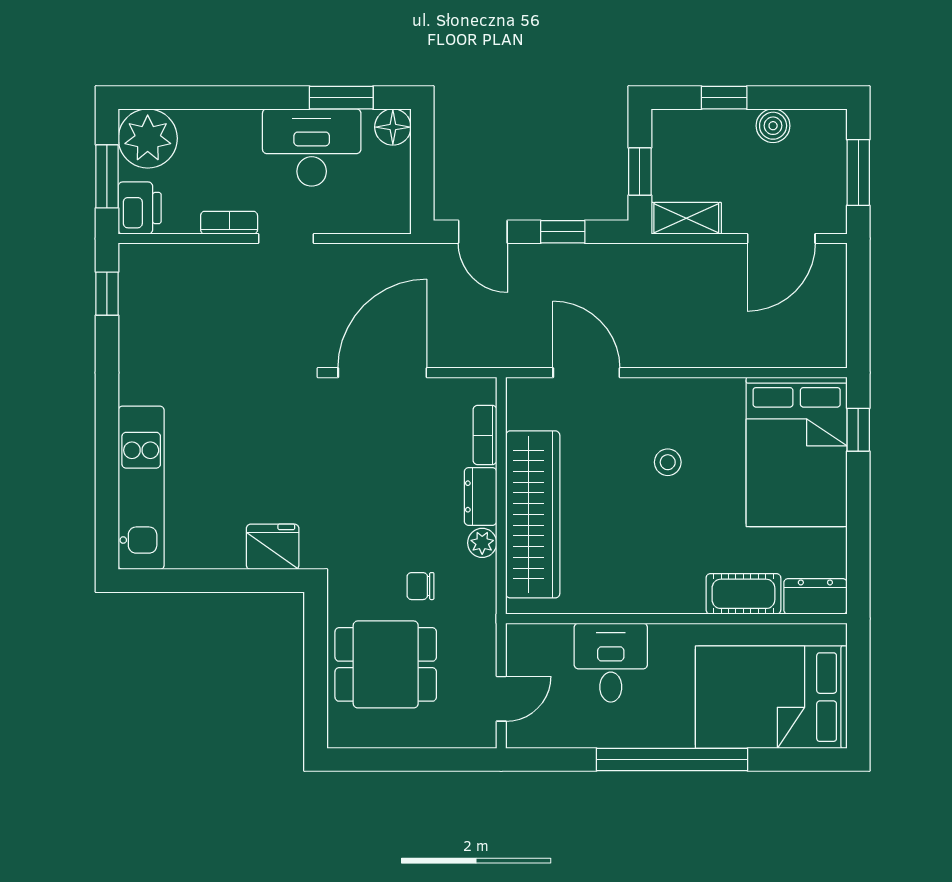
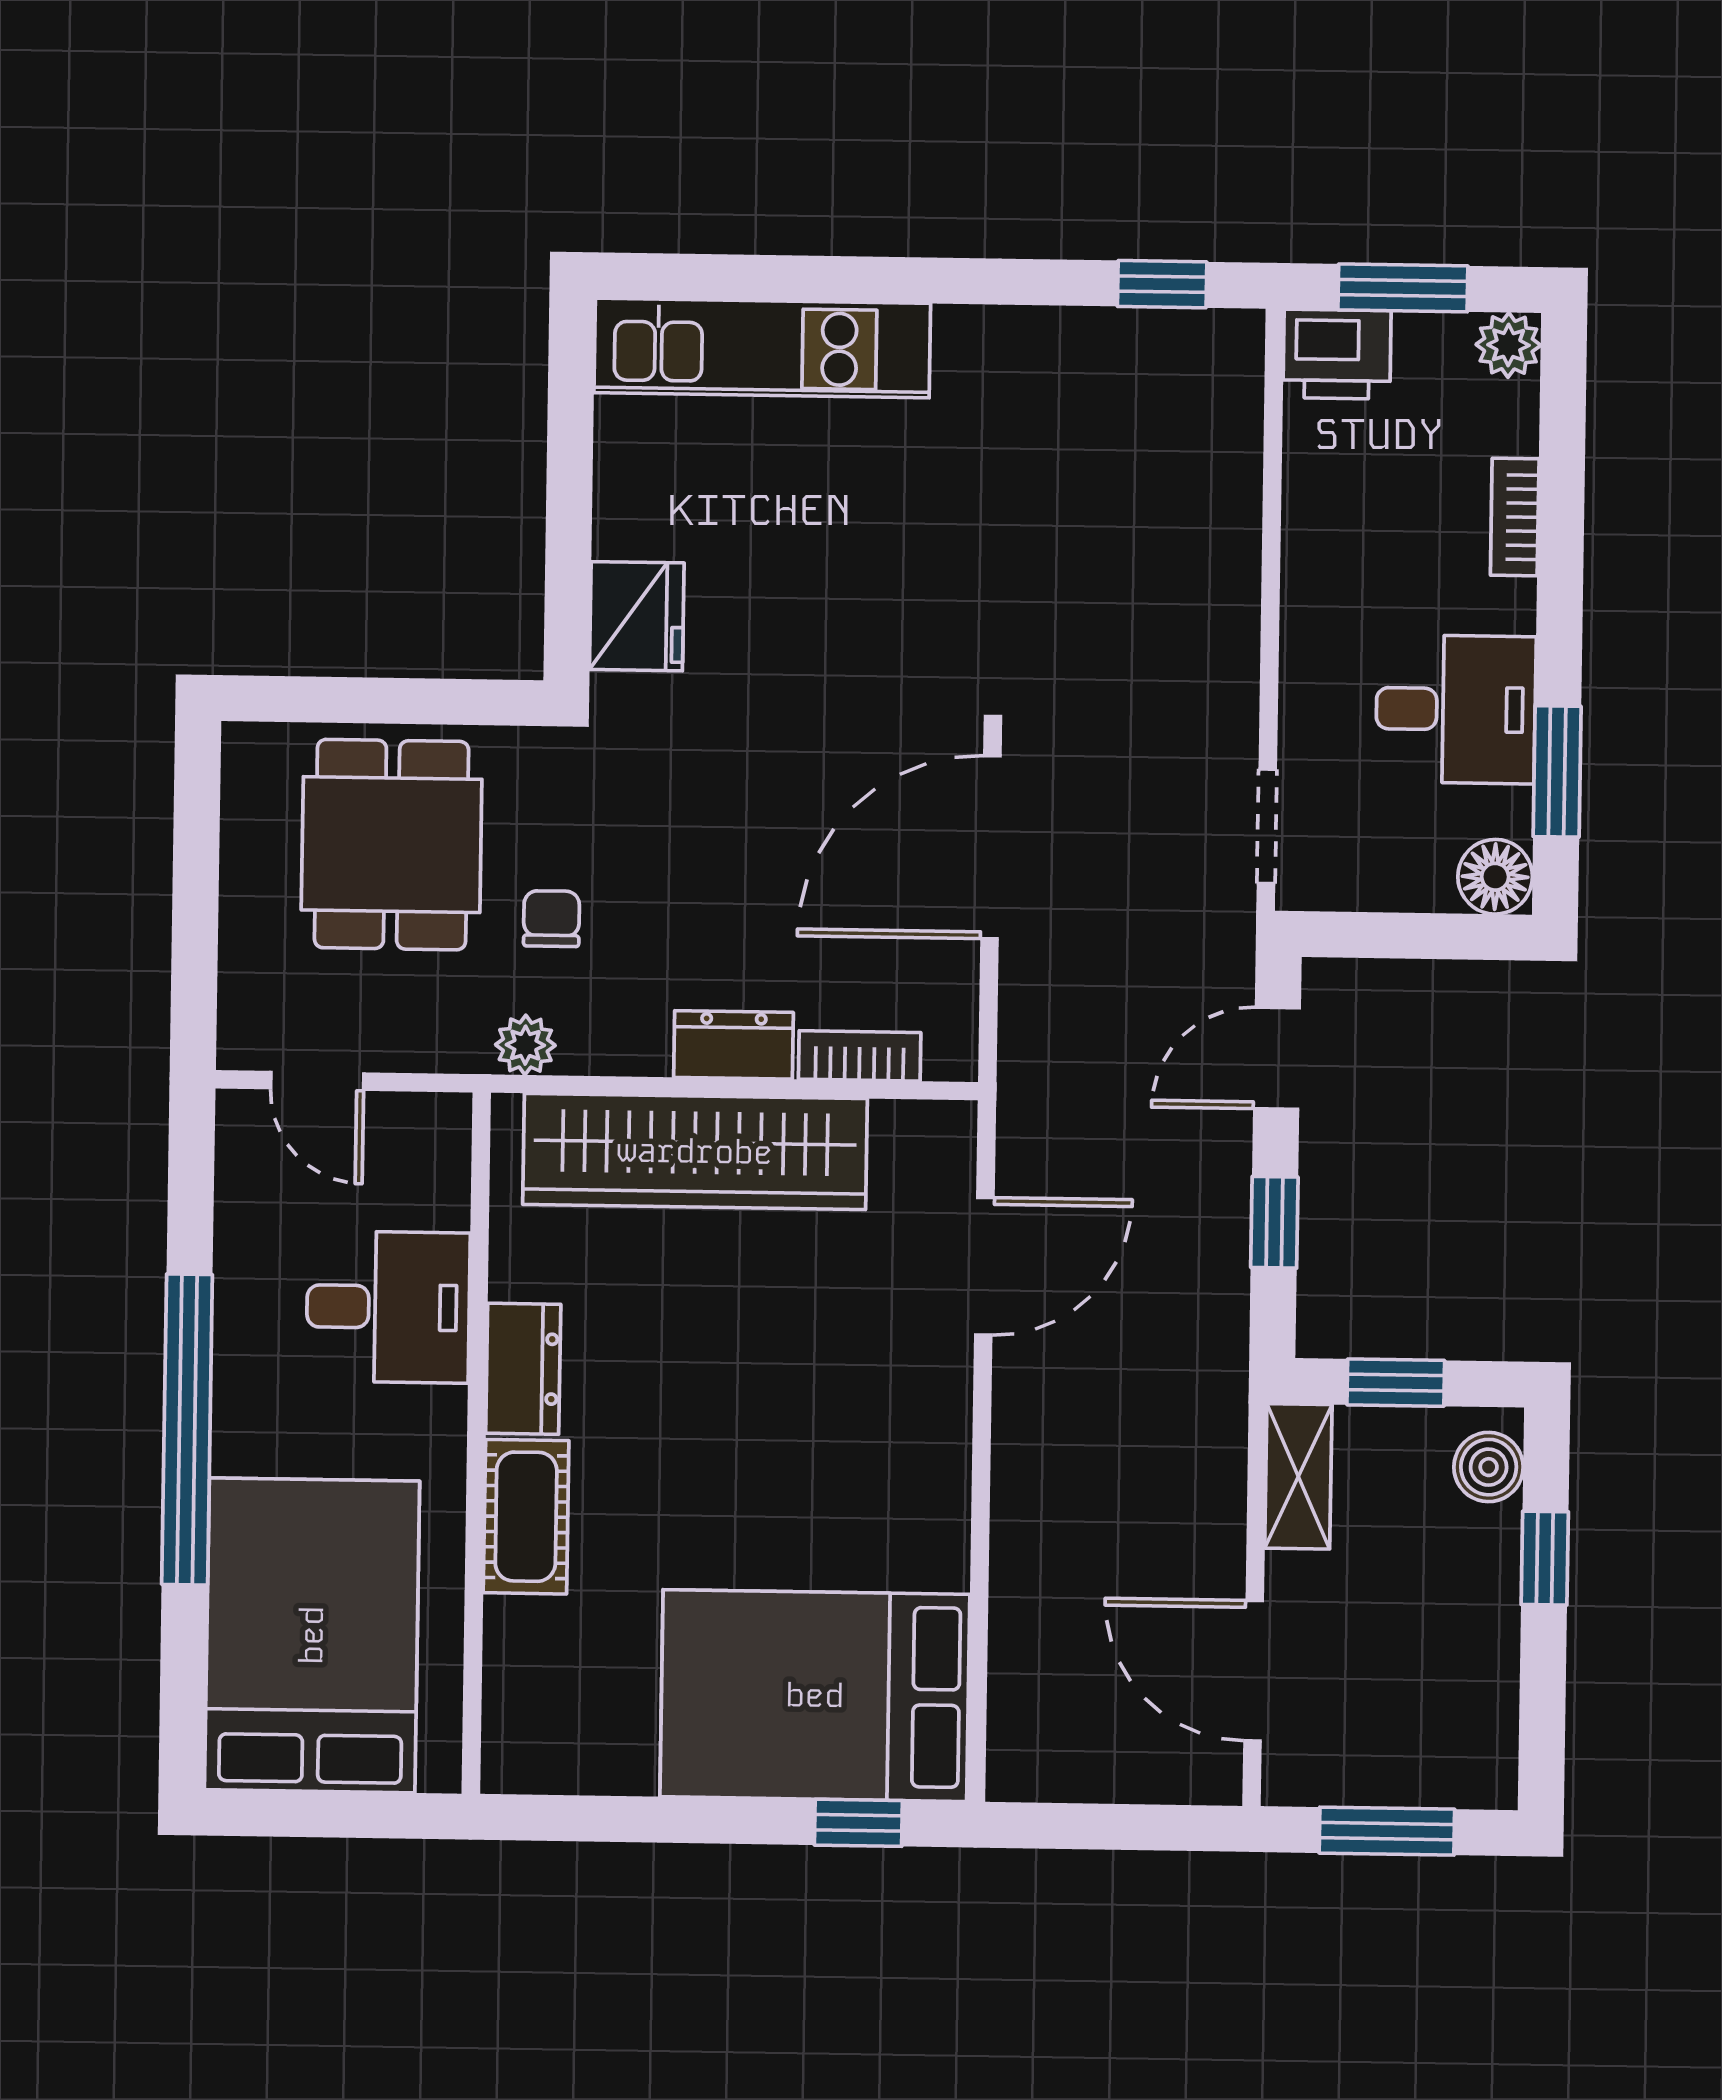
boiler: (773, 126) -> (1489, 1467), moved
plant: (148, 138) -> (1508, 345), width x0.53, depth x0.53
desk: (312, 147) -> (1456, 709), width x0.73
bookcase: (229, 223) -> (1515, 517), moved, turned 180
doorway: (286, 239) -> (1267, 826), moved
door: (382, 373) -> (991, 847), swing flipped
stool: (668, 462) -> (798, 1430), removed
plant: (482, 543) -> (525, 1045), moved
cot: (743, 594) -> (526, 1517), moved
dresser: (815, 596) -> (523, 1369), moved

